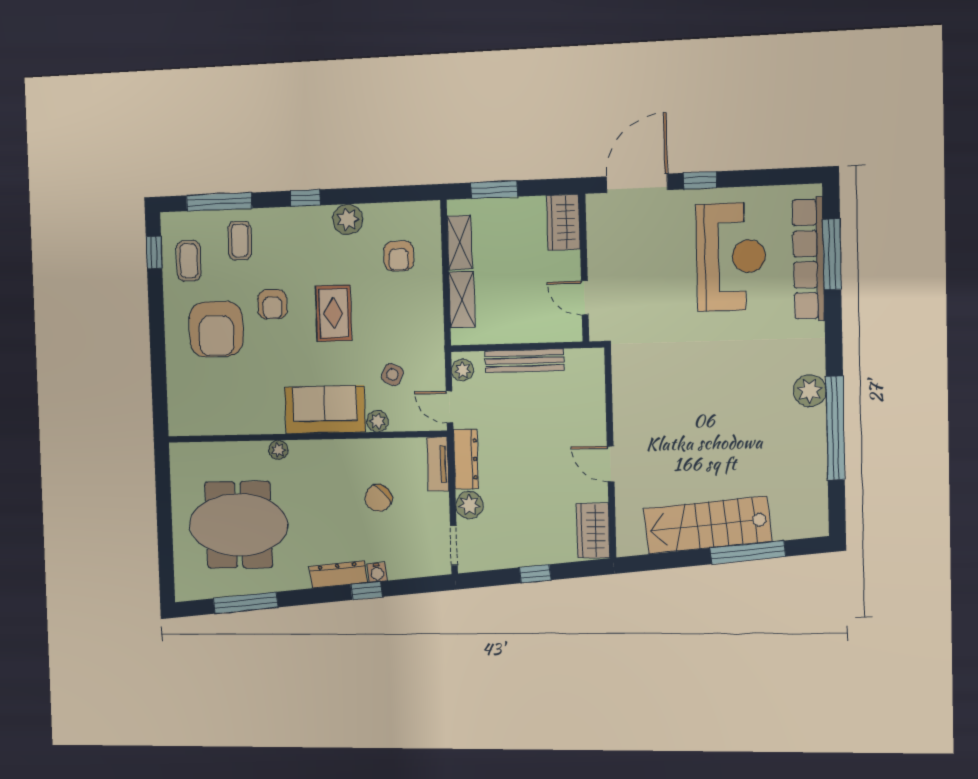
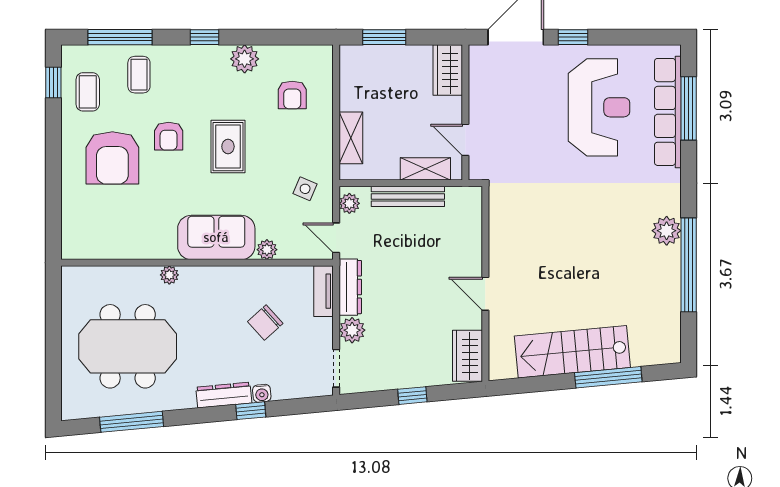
shelving: (460, 243) -> (425, 169), moved, turned 90
side table: (392, 374) -> (305, 189), moved

